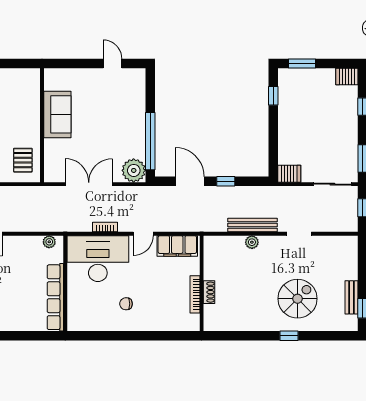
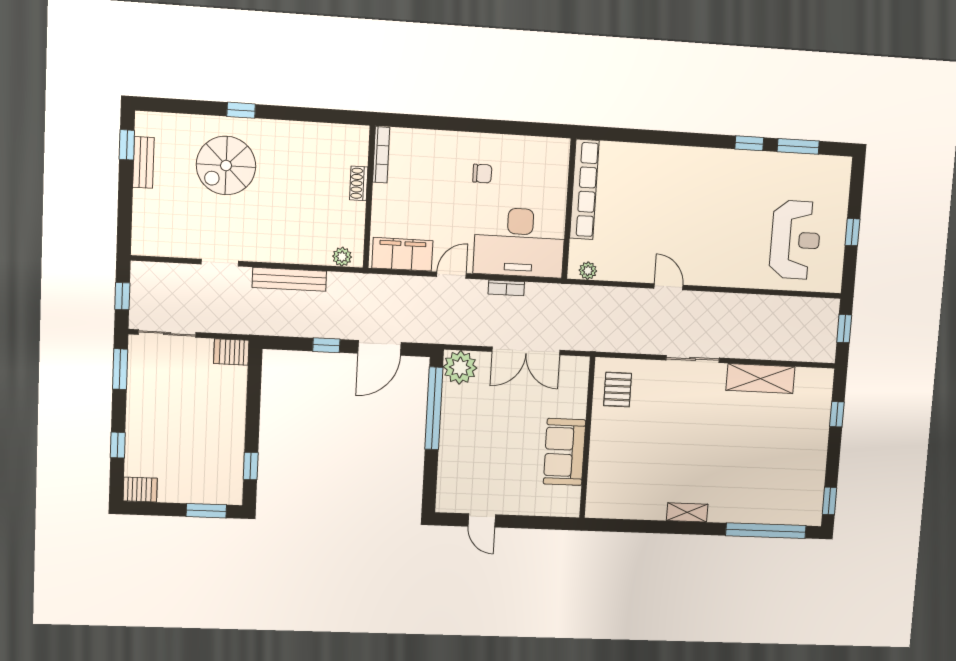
door: (190, 181) -> (379, 348), hinge flipped
plant: (252, 242) -> (342, 257), moved
bookcase: (195, 294) -> (381, 155), moved

